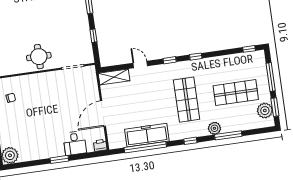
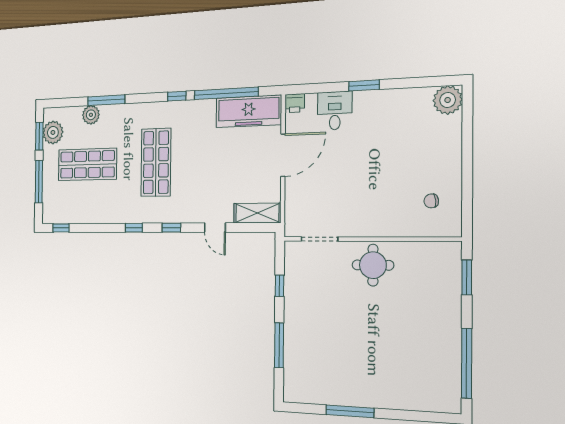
plant: (214, 128) -> (91, 115), moved
freezer: (147, 135) -> (249, 111), moved
window: (190, 141) -> (177, 96), moved

